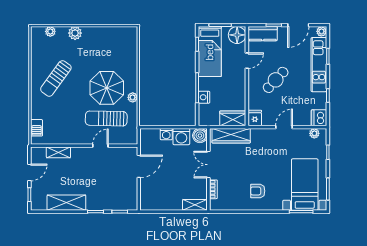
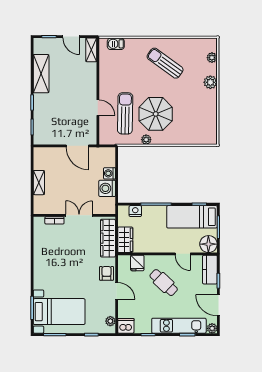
nightstand: (204, 97) -> (135, 211), moved
fridge: (255, 118) -> (137, 263), moved, turned 90
boiler: (200, 136) -> (108, 207), removed
shelving: (58, 152) -> (91, 50), moved
armchair: (258, 191) -> (107, 273), moved
shelving: (195, 205) -> (39, 183), moved

